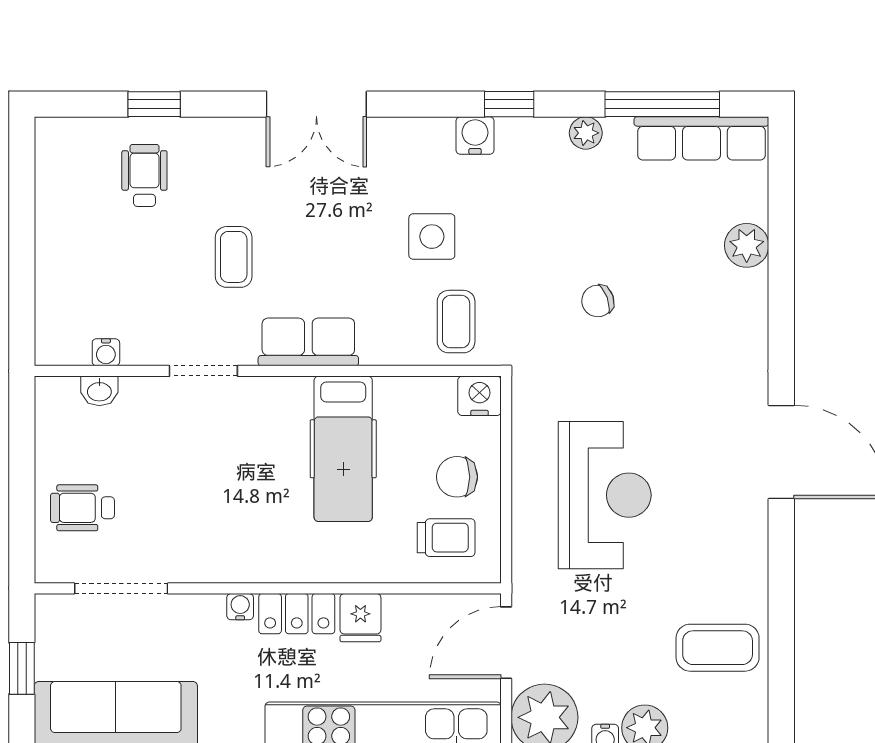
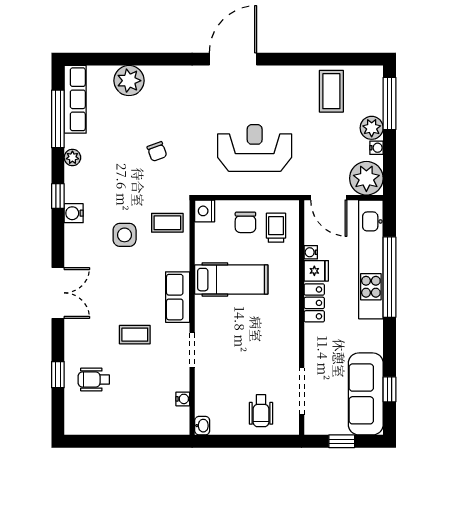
plant: (747, 245) -> (129, 81), width x1.36, depth x1.36
washbasin: (99, 391) -> (202, 426), moved
water cooler: (240, 607) -> (311, 252), moved

